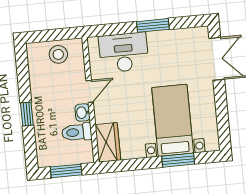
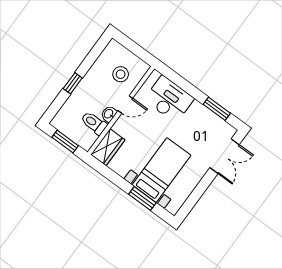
window: (153, 25) -> (217, 109), moved
stool: (58, 54) -> (121, 74), moved

